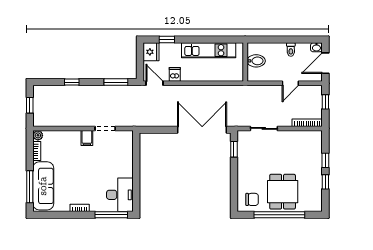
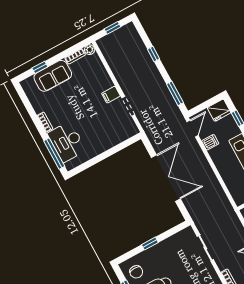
double door: (202, 130) -> (166, 178), moved
window: (234, 149) -> (150, 244), moved
sofa: (43, 186) -> (53, 76), width x0.73
window: (30, 187) -> (40, 67), width x0.46
desk: (120, 195) -> (67, 142), moved, turned 90

